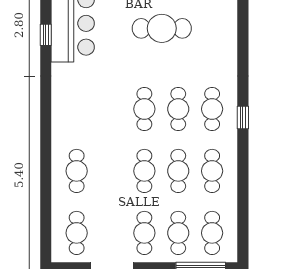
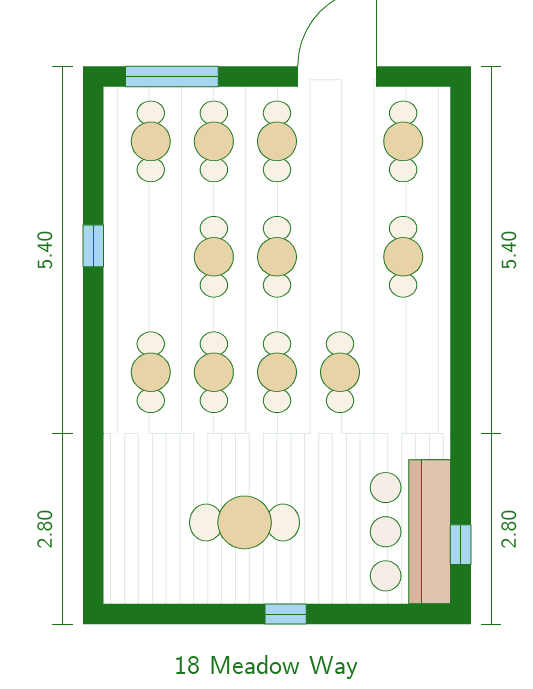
window: (46, 35) -> (461, 545), moved
window: (243, 117) -> (93, 246), moved
cafe table: (212, 171) -> (340, 372), moved

